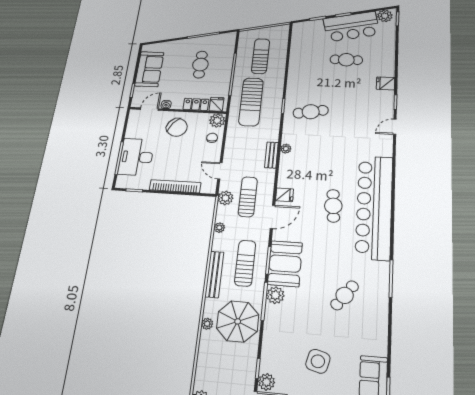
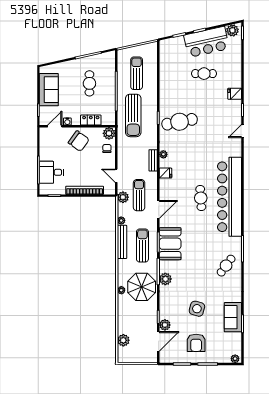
fridge: (217, 104) -> (107, 119), removed
cafe table: (311, 112) -> (180, 122), width x1.37, depth x1.35
desk: (136, 157) -> (51, 172), width x0.73
fridge: (284, 195) -> (165, 173), moved
bench: (214, 274) -> (122, 242), moved
plant: (275, 295) -> (165, 279), moved
cafe table: (345, 295) -> (226, 266), moved

